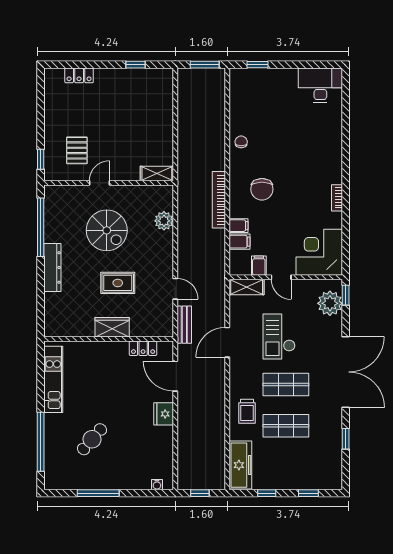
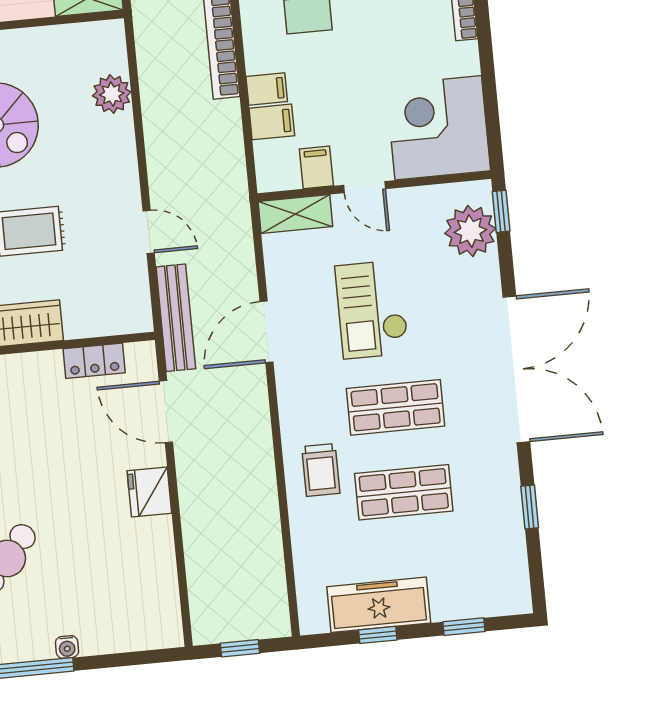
bench: (184, 325) -> (176, 318), width x1.36
freezer: (240, 465) -> (379, 605), moved, turned -90
water cooler: (157, 485) -> (67, 647), moved

